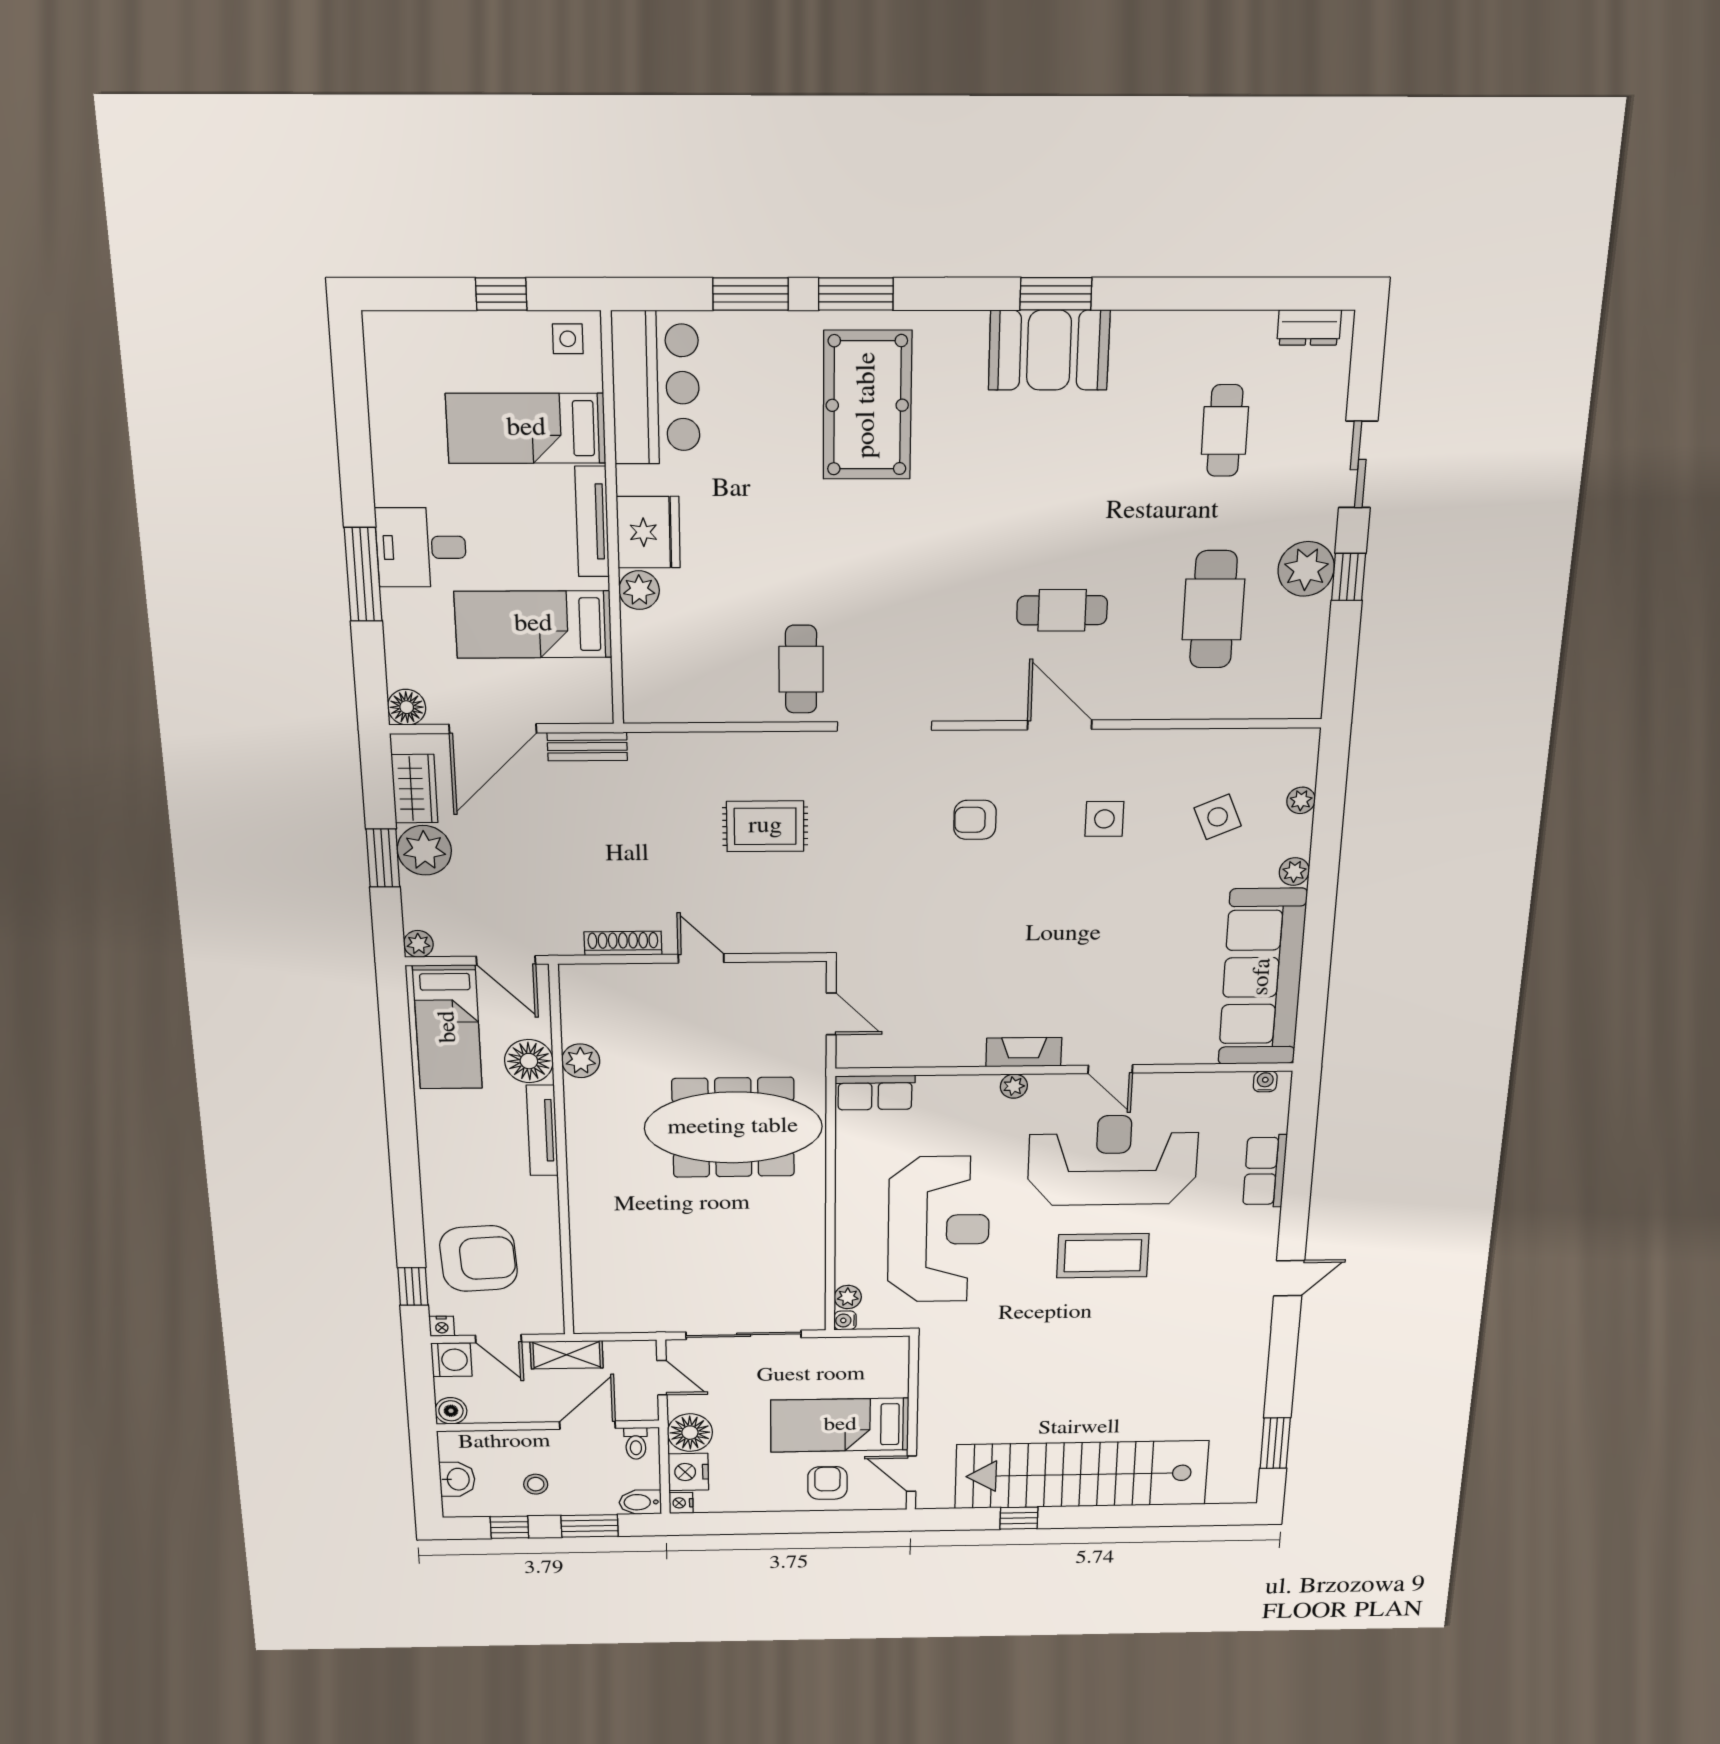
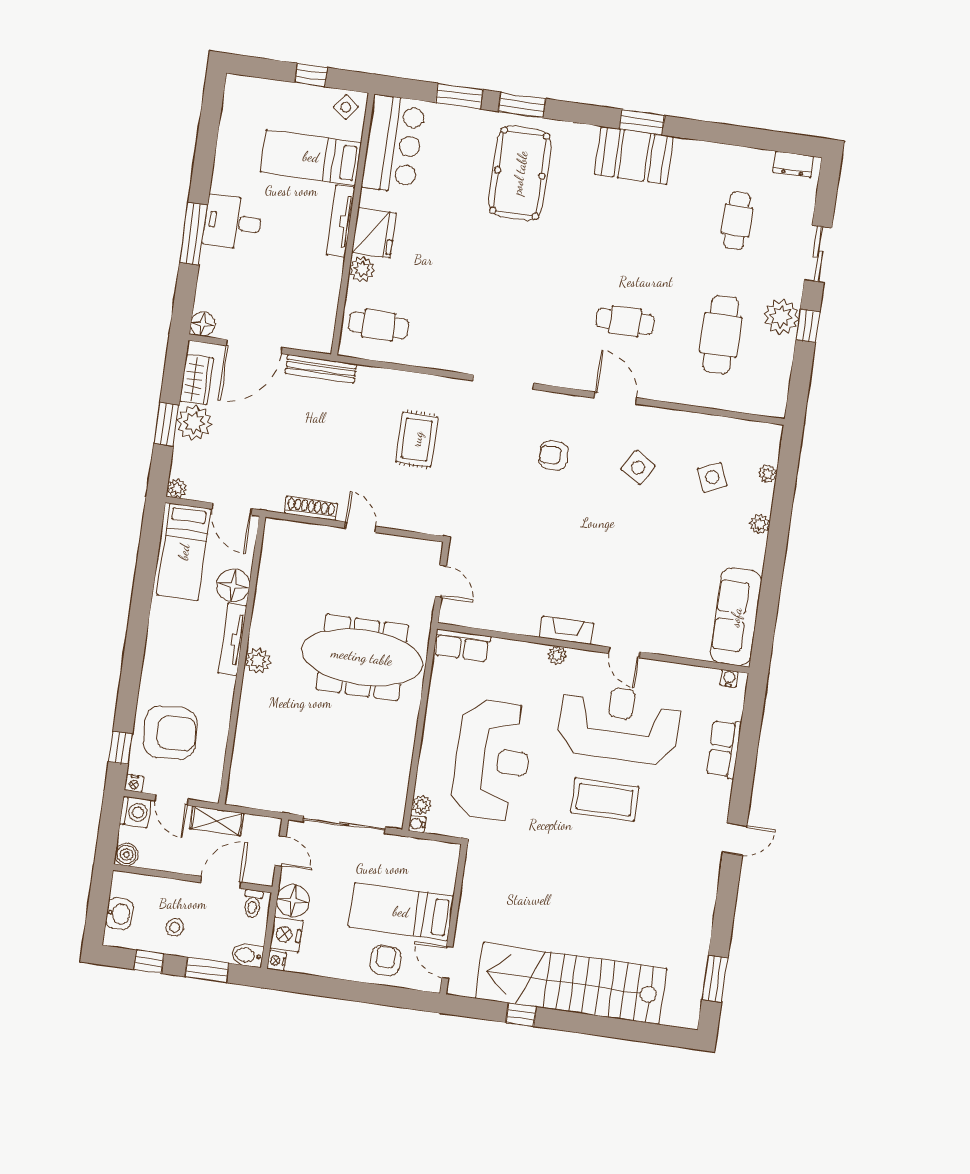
side table: (568, 339) -> (346, 107), turned 37
bed: (533, 624) -> (292, 282), removed
cafe table: (801, 669) -> (379, 325), moved, turned 90
bench: (587, 746) -> (321, 369), width x1.36
side table: (1104, 819) -> (638, 468), turned 31
rug: (765, 826) -> (417, 439), turned 90
sofa: (1262, 977) -> (736, 617), width x0.74, depth x0.79
plant: (581, 1061) -> (258, 661), moved

